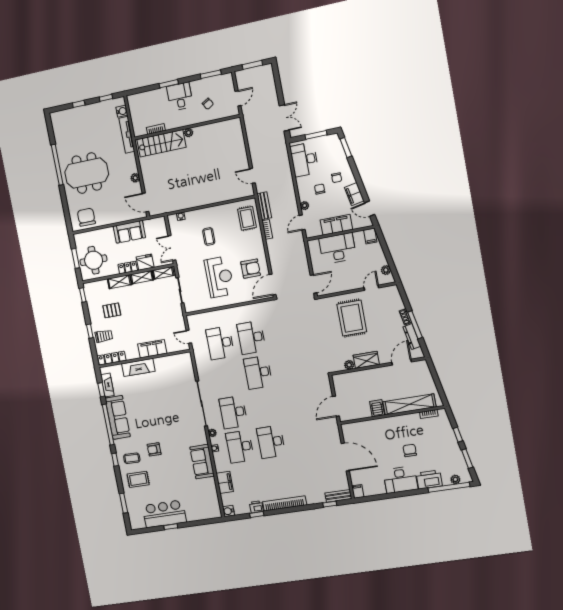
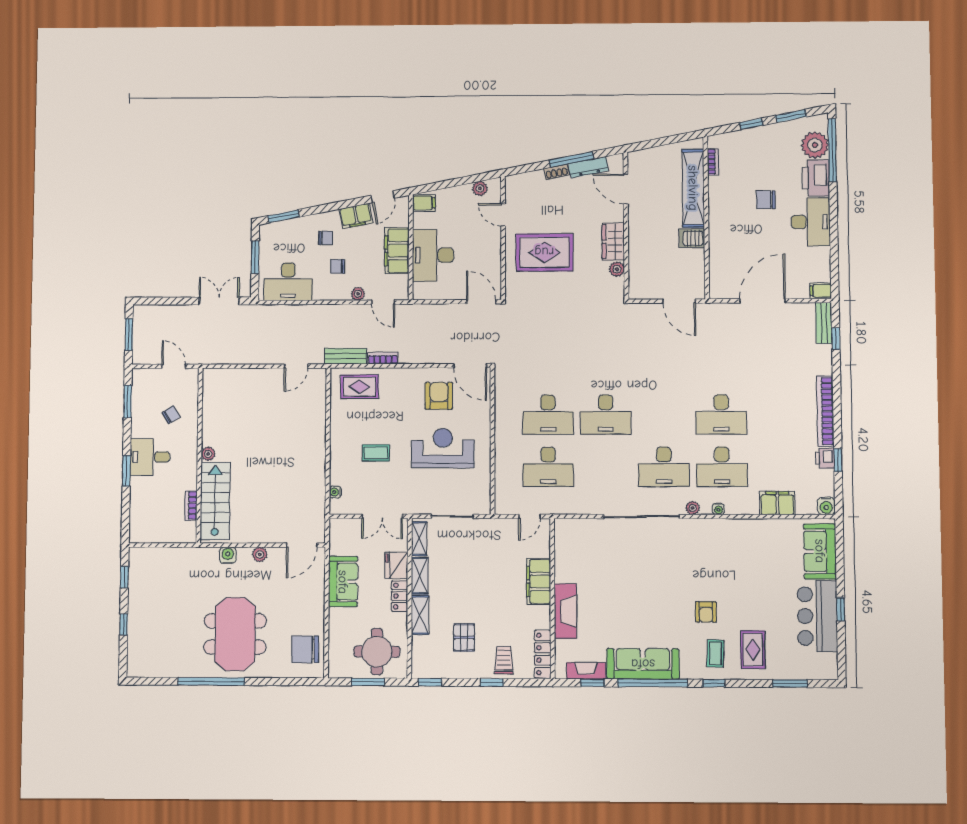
water cooler: (122, 111) -> (228, 555), moved
tv unit: (127, 135) -> (189, 555), removed
sofa: (202, 462) -> (820, 551), moved, turned 90
plant: (455, 479) -> (815, 145), width x1.87, depth x1.87

